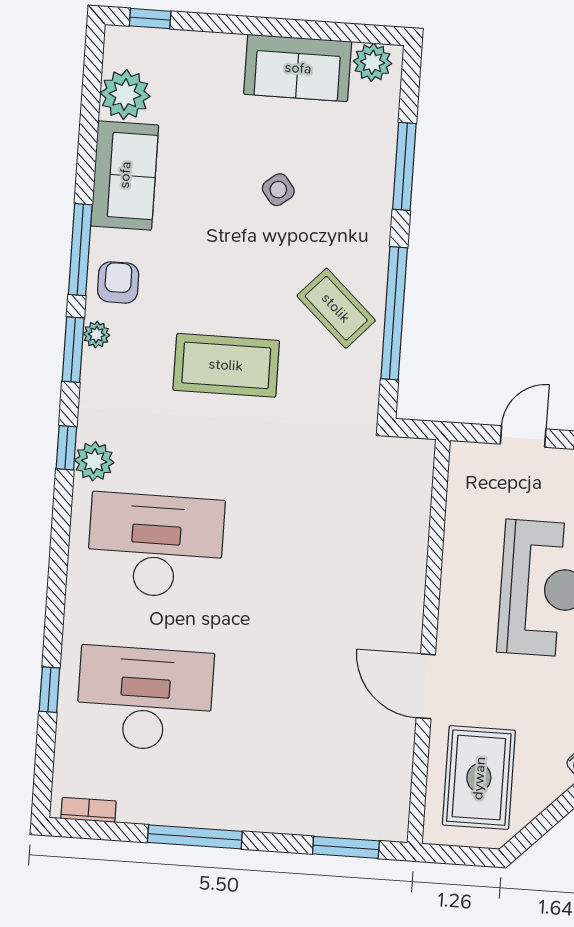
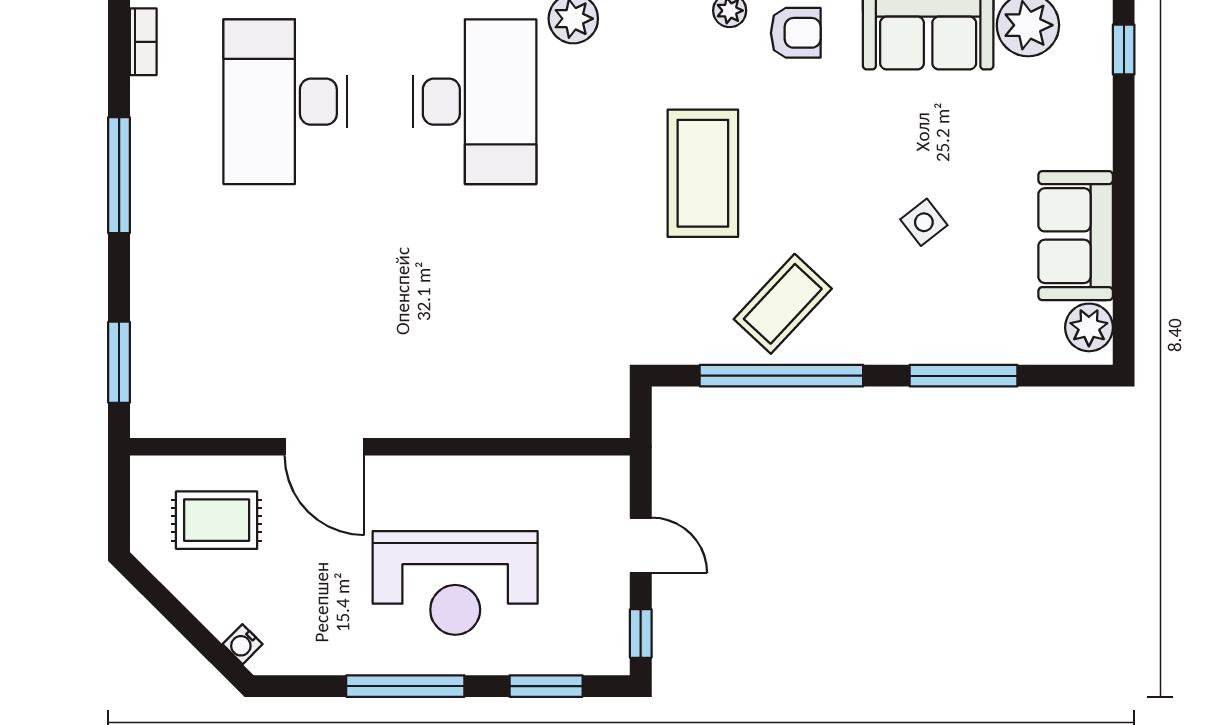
door: (426, 686) -> (325, 447), swing flipped
desk: (145, 699) -> (285, 102), turned 180
rug: (479, 778) -> (217, 520), width x0.73, depth x0.70

